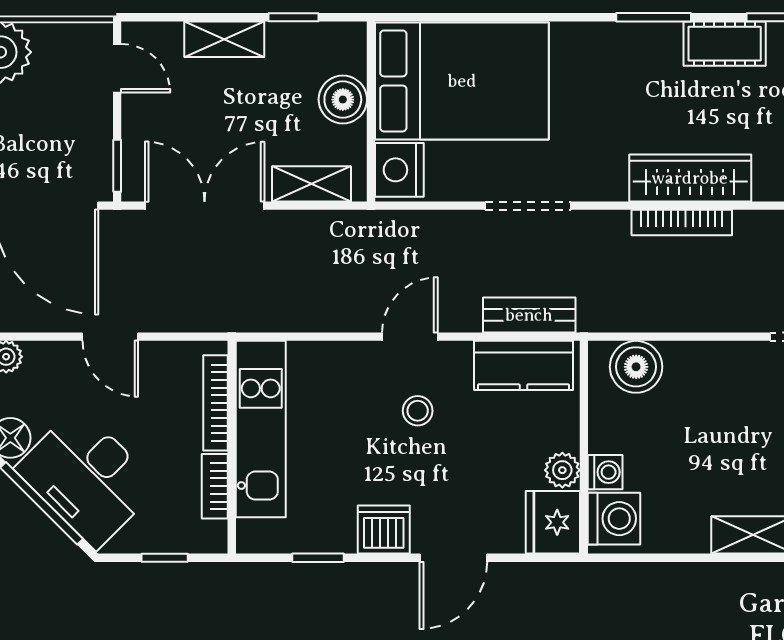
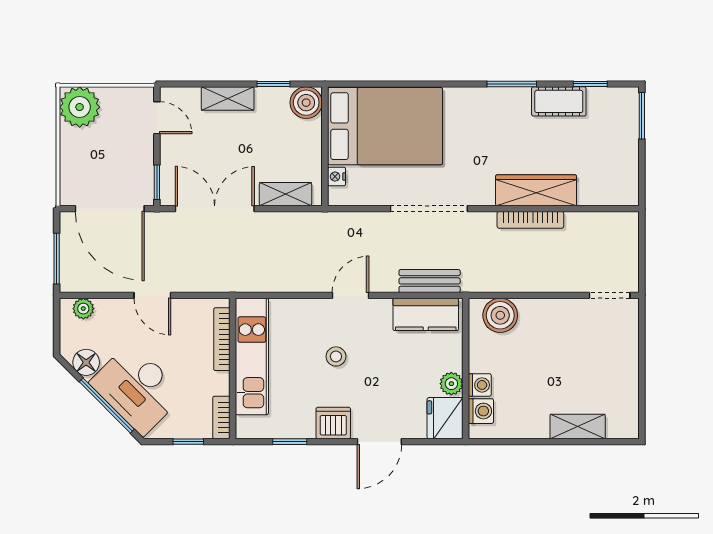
boiler: (343, 100) -> (306, 103), moved
nightstand: (399, 170) -> (336, 177), width x0.53, depth x0.56
doorway: (528, 206) -> (429, 209), width x1.36
stool: (418, 411) -> (336, 356), moved
bookcase: (215, 486) -> (221, 418), moved
washing machine: (614, 519) -> (481, 411), width x0.73, depth x0.73

